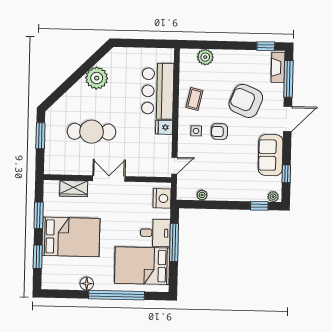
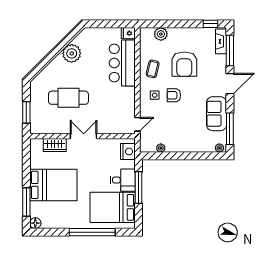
armchair: (246, 101) -> (184, 64), moved, turned -112
fridge: (164, 127) -> (128, 33), moved
window: (40, 136) -> (26, 112), moved
window: (286, 174) -> (230, 129), width x2.17
window: (259, 206) -> (208, 156), removed
window: (39, 215) -> (26, 168), removed
window: (38, 257) -> (26, 202), width x1.44
floor lamp: (87, 284) -> (35, 223), moved

